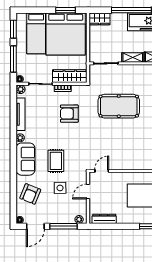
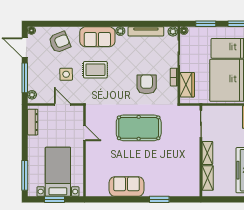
window: (13, 59) -> (206, 24), width x0.69
wardrobe: (70, 76) -> (187, 85), width x0.67
pool table: (119, 106) -> (139, 128), moved, turned 90
door: (102, 171) -> (85, 133), moved
armchair: (30, 194) -> (60, 42), turned 136

